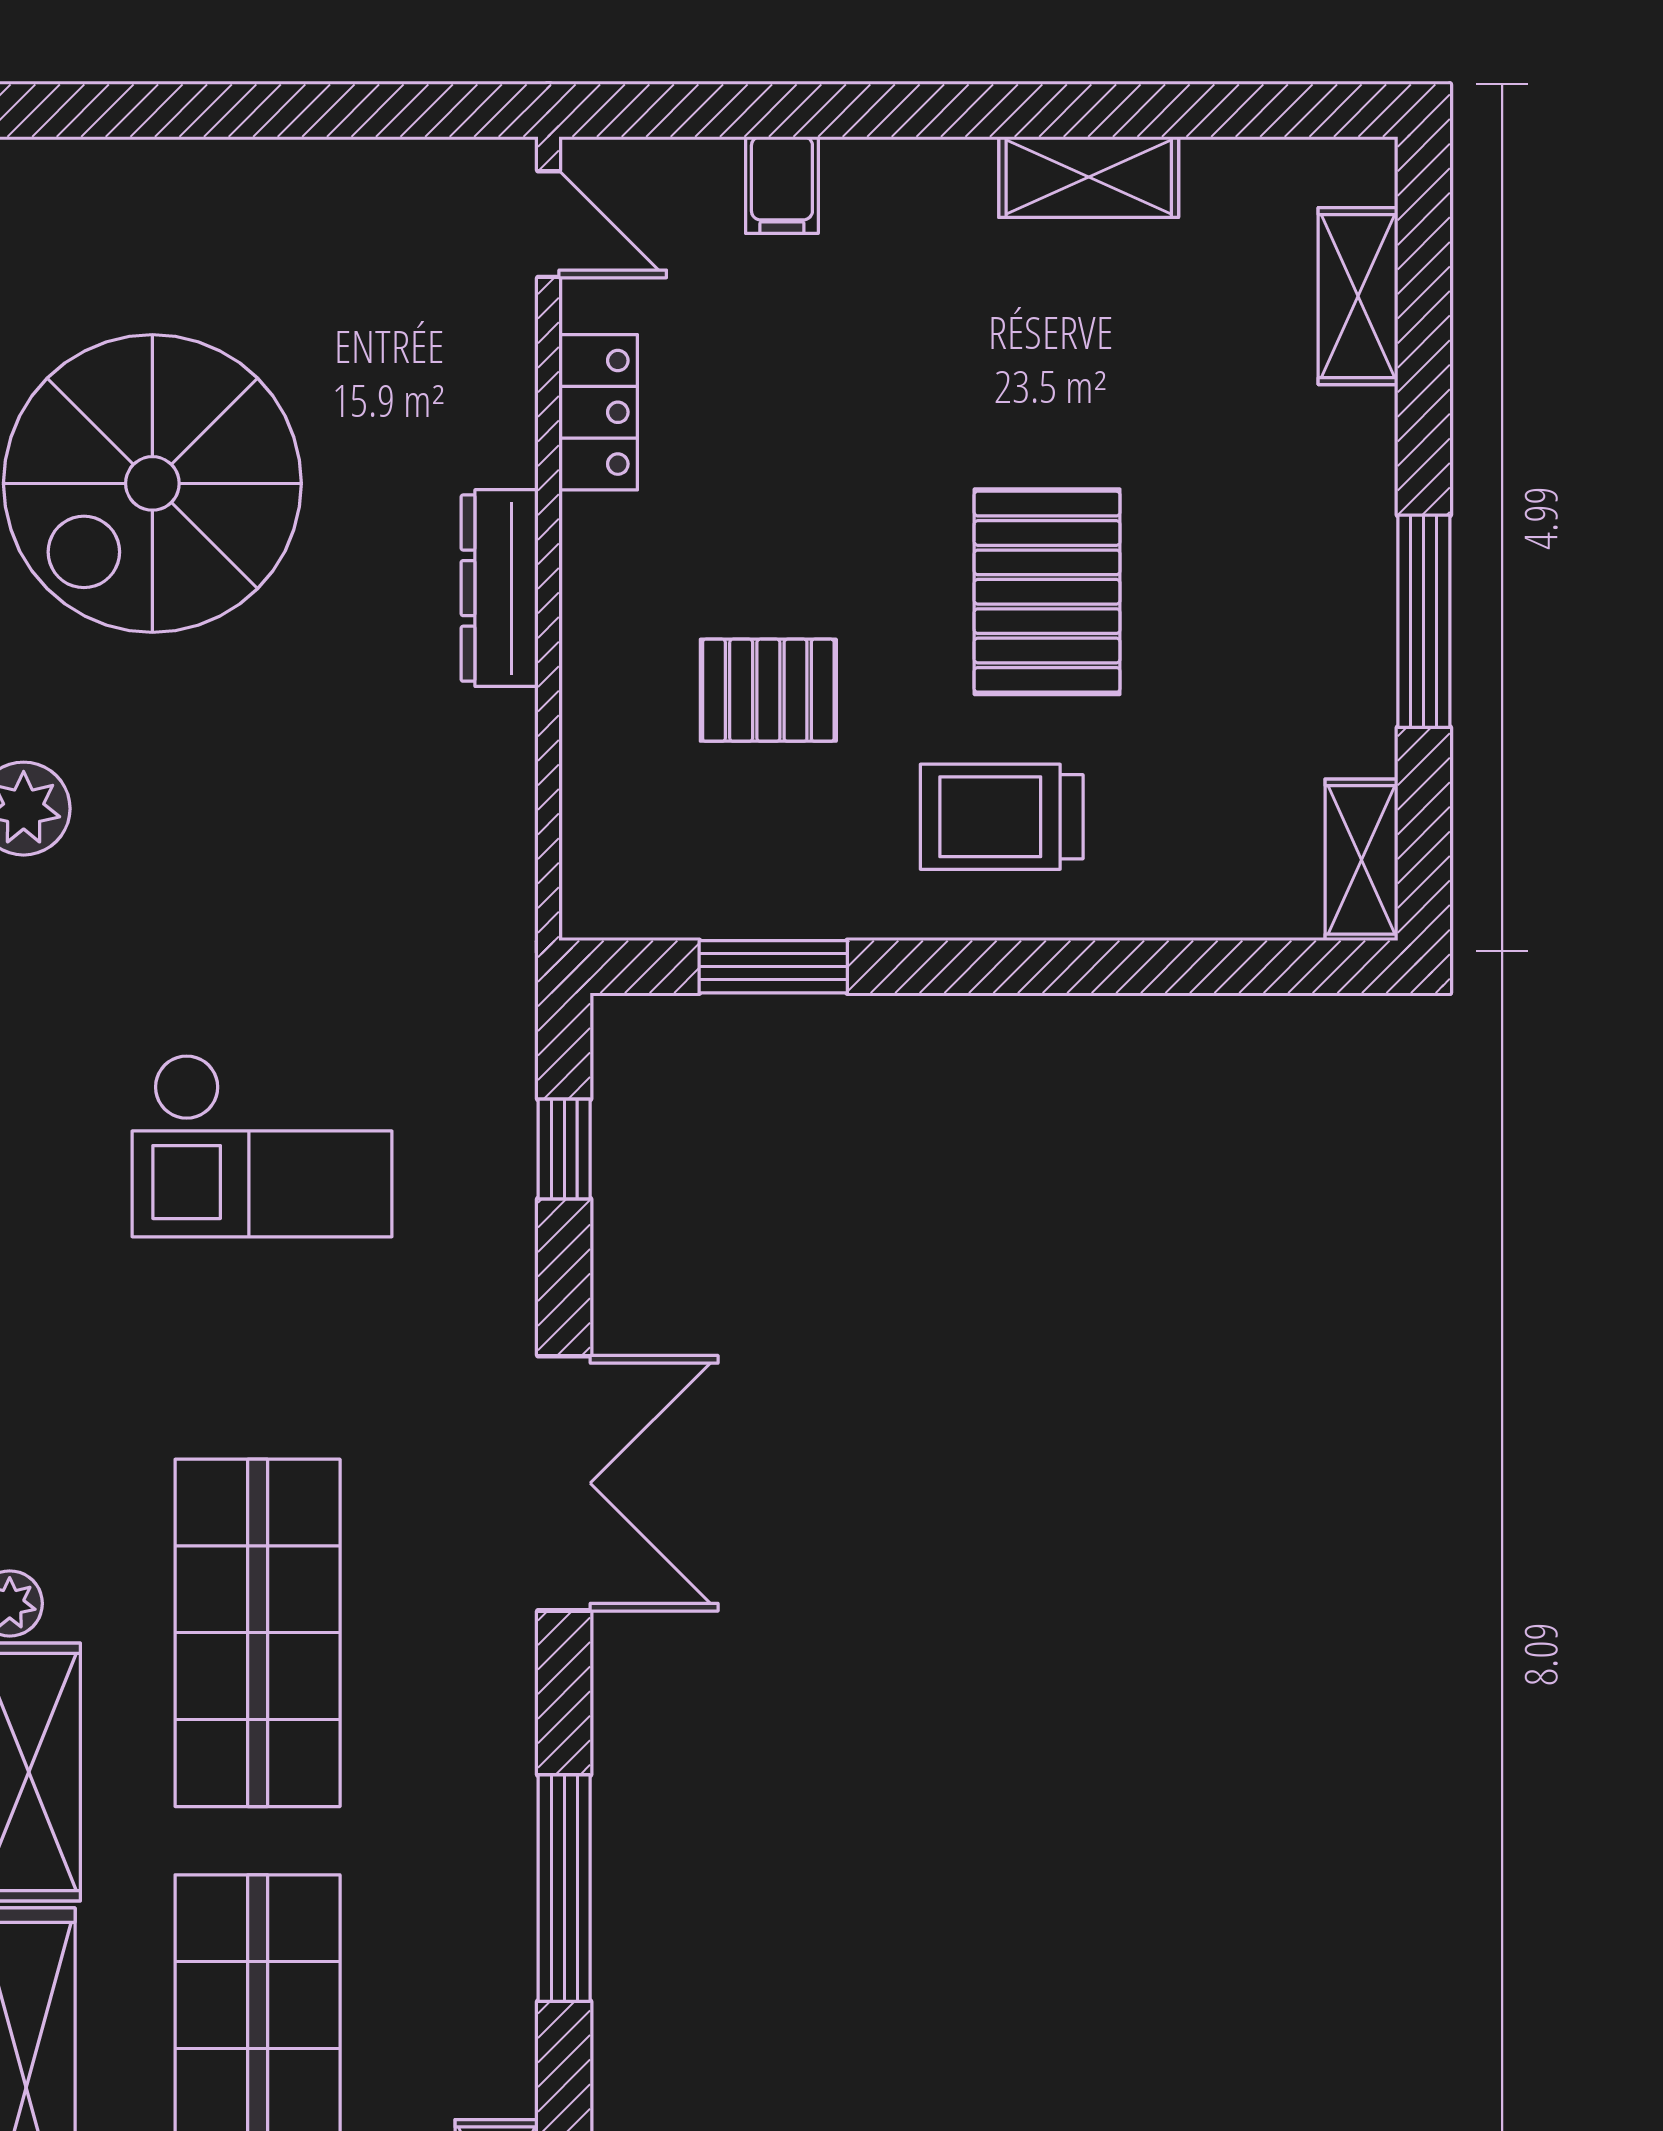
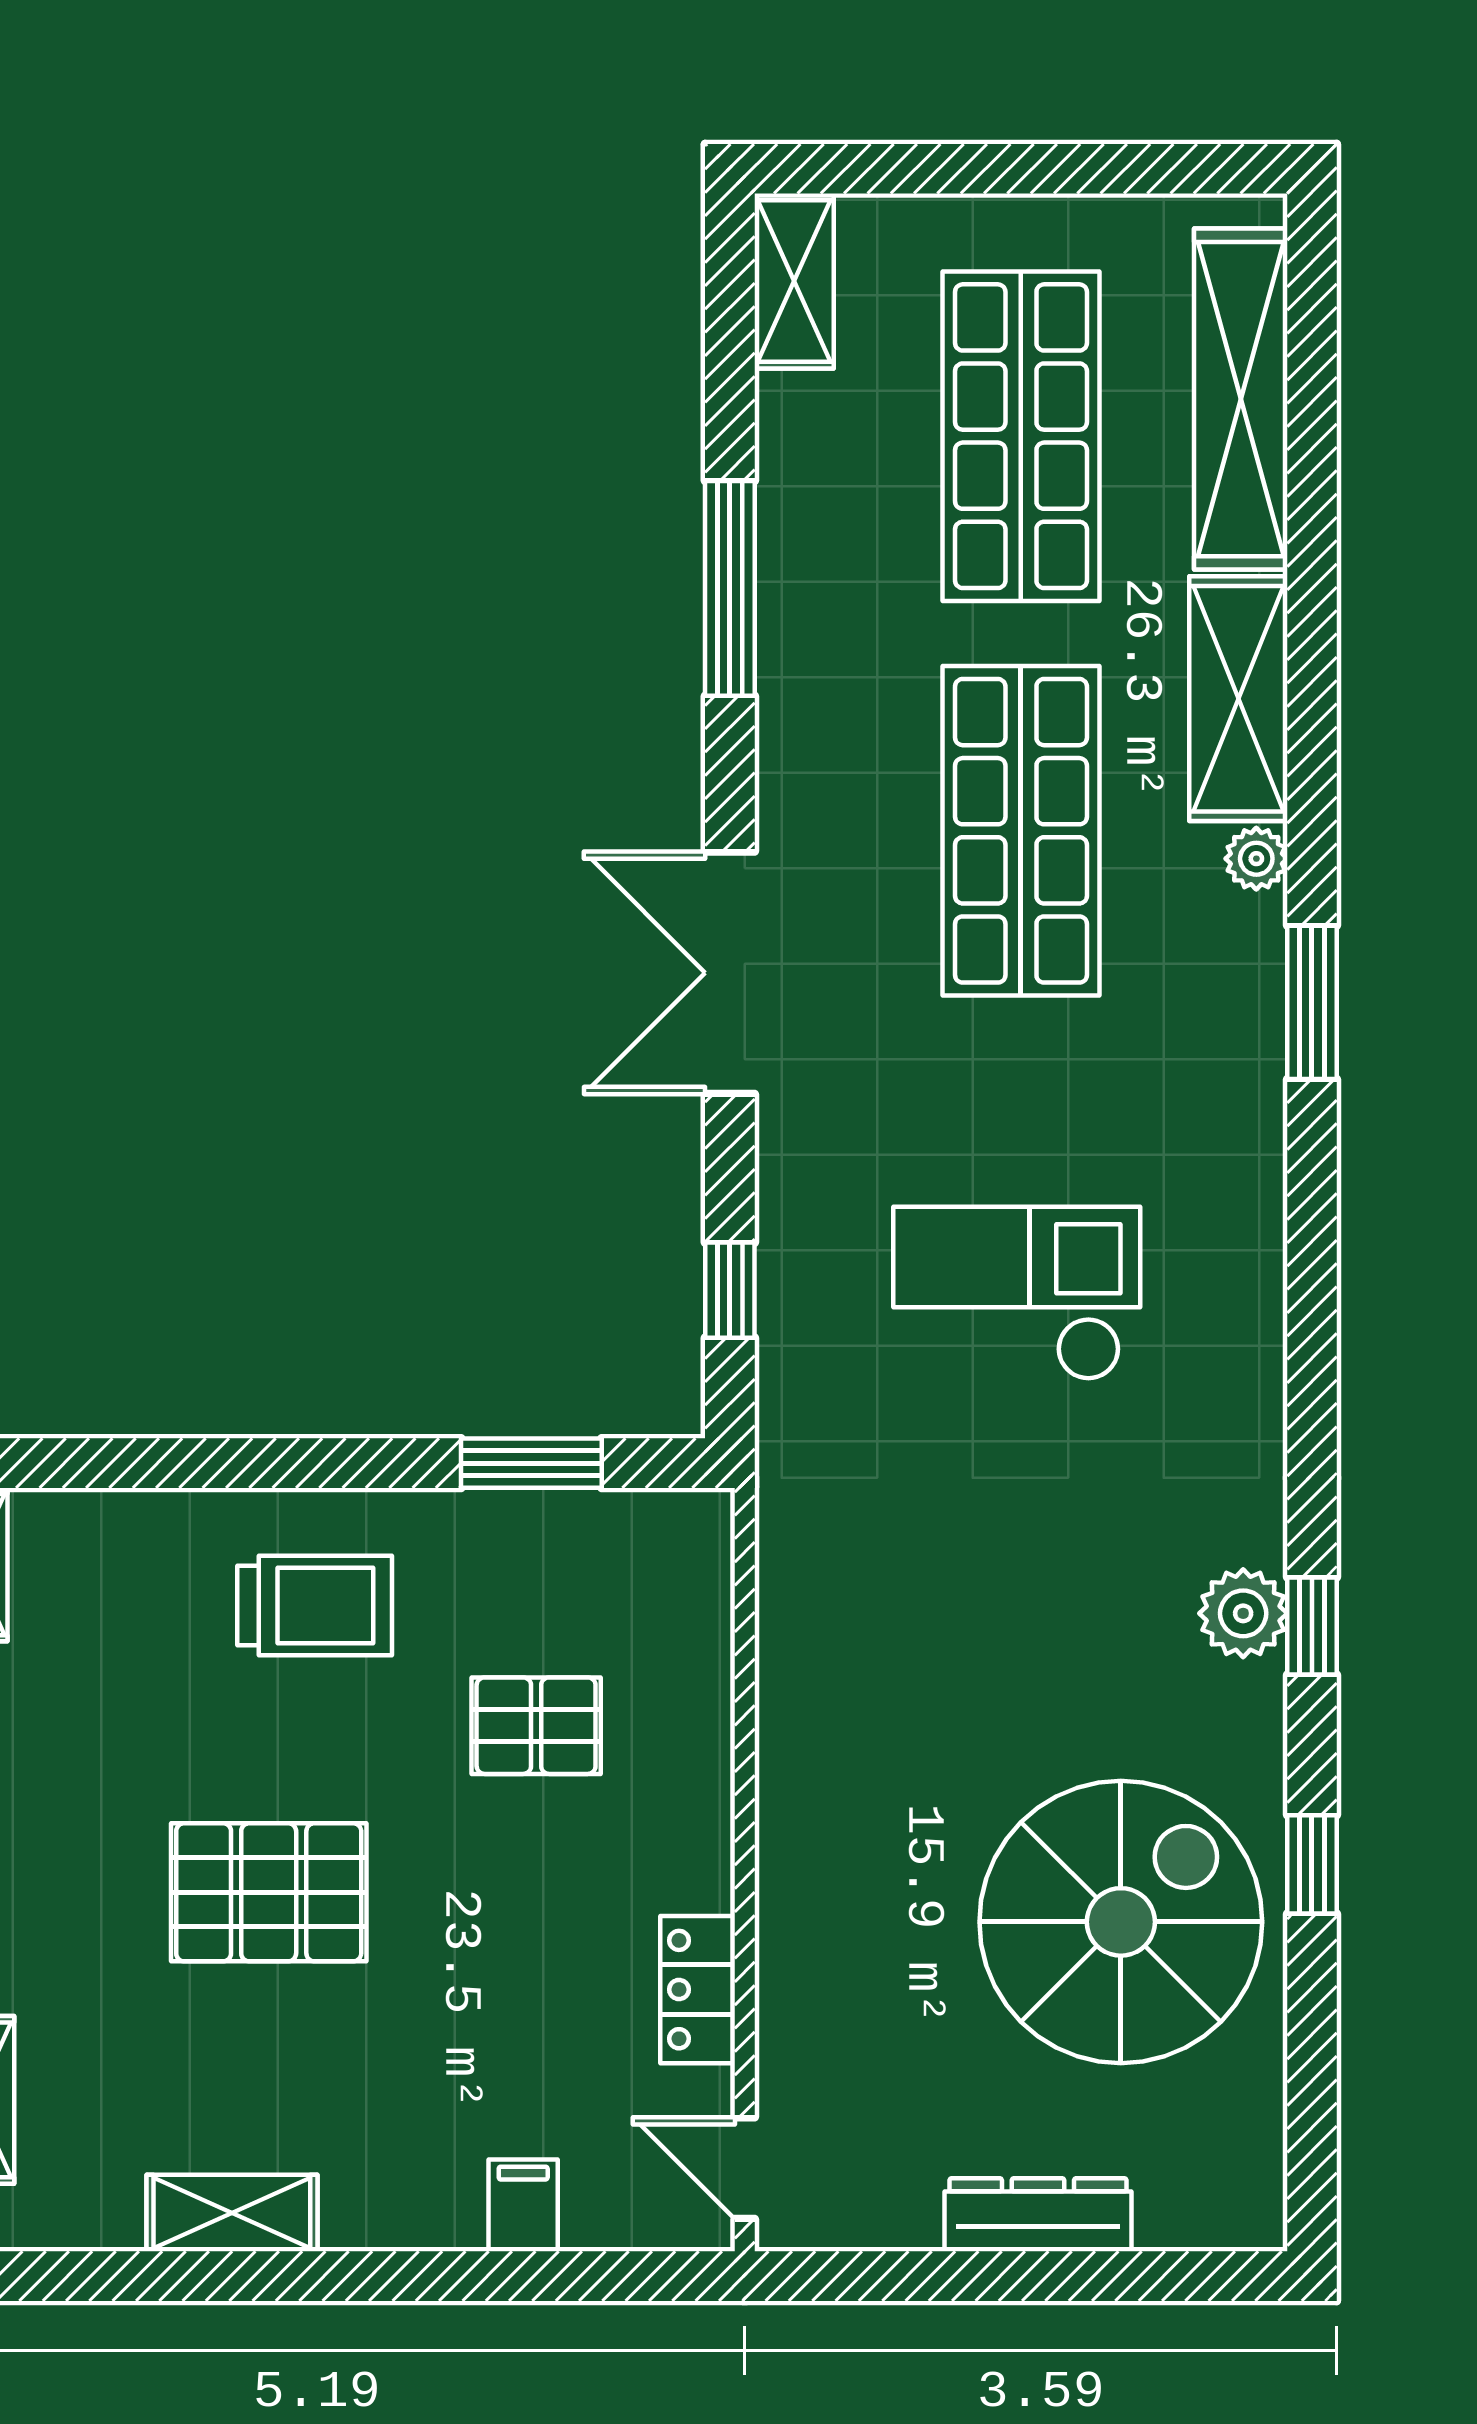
dresser: (500, 588) -> (1038, 2215), moved, turned -90
pallet: (1047, 592) -> (269, 1892), moved, turned 90

